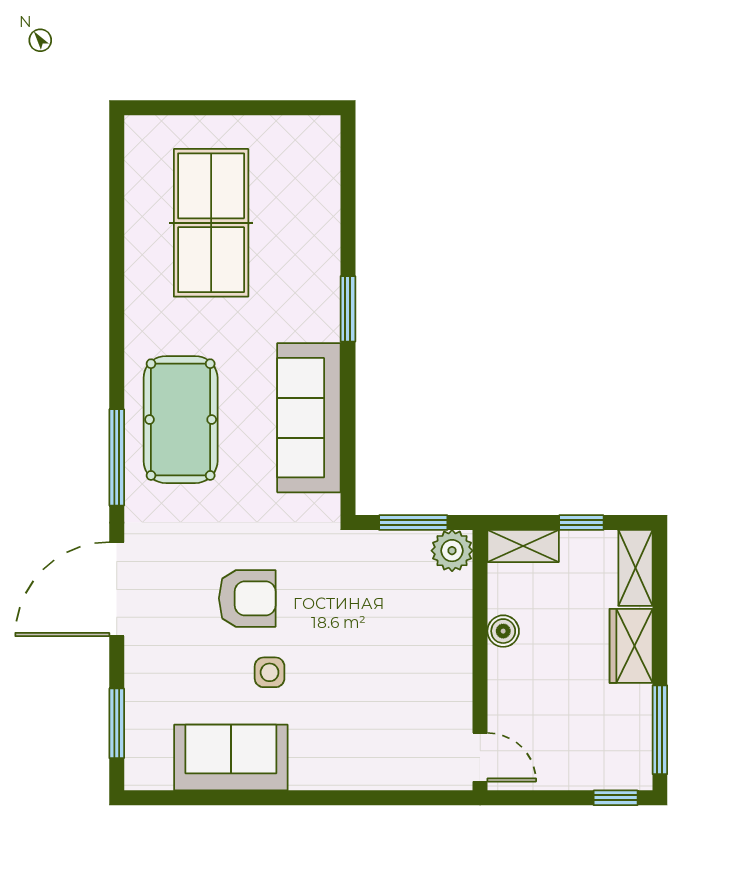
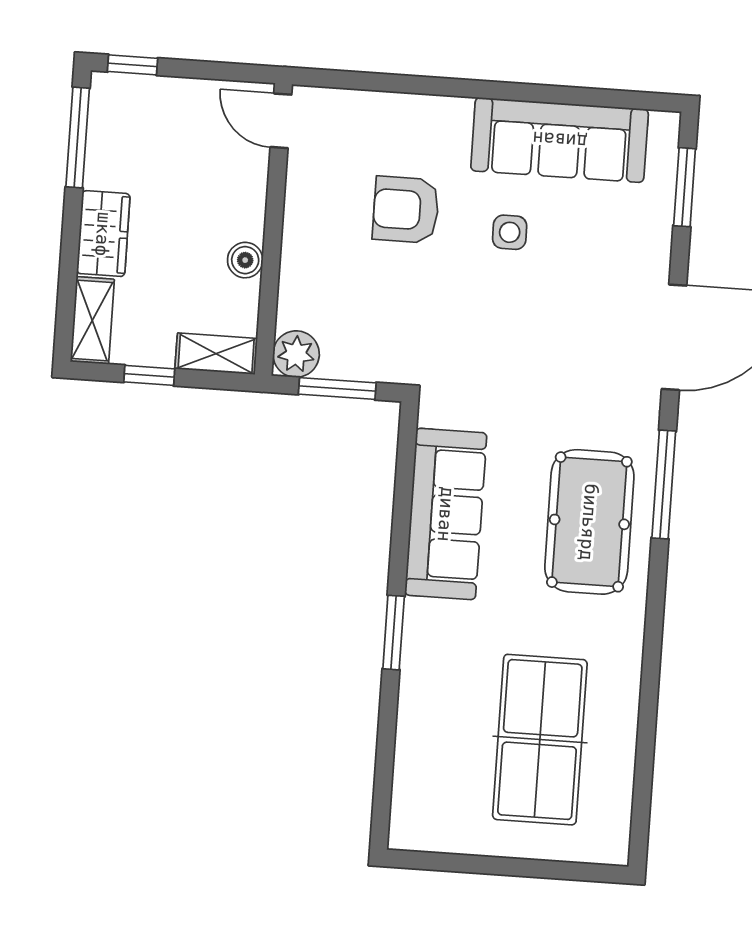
armchair: (247, 598) -> (406, 210), moved
sofa: (231, 758) -> (560, 140), width x1.36

